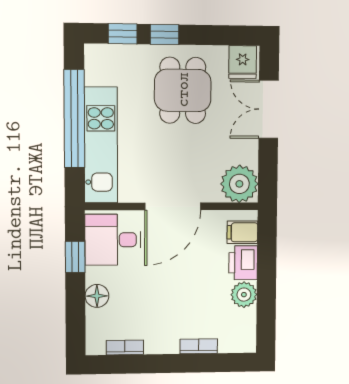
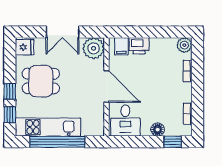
double door: (269, 109) -> (63, 32), moved
kitchen unit: (101, 145) -> (48, 127), moved
window: (75, 257) -> (173, 142), moved
plant: (244, 295) -> (184, 45), moved

